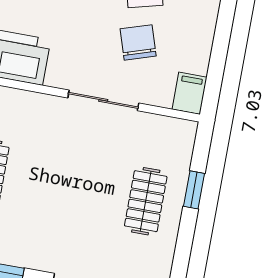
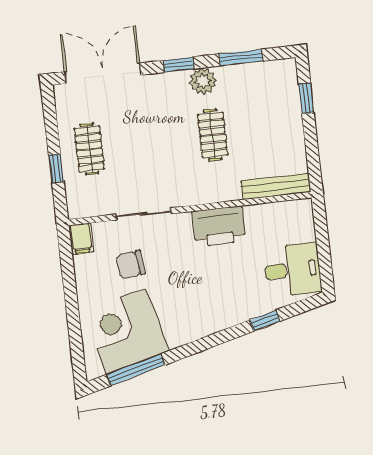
chair: (138, 42) -> (131, 265), turned 102

